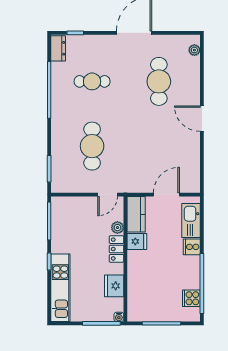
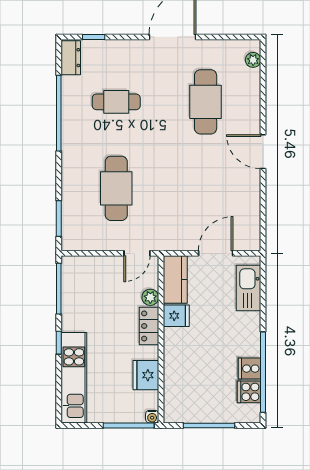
cooker: (192, 247) -> (249, 369), moved

